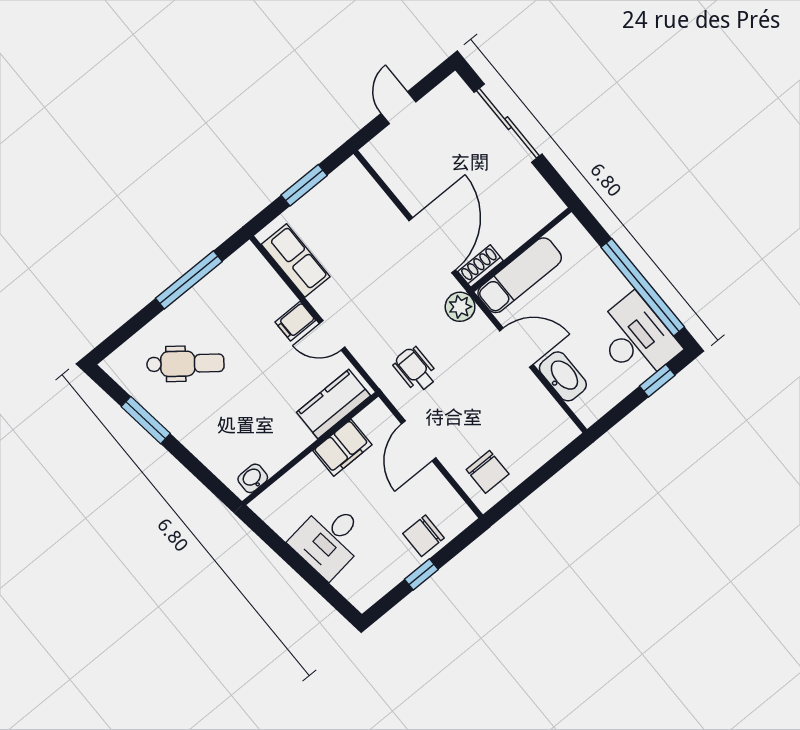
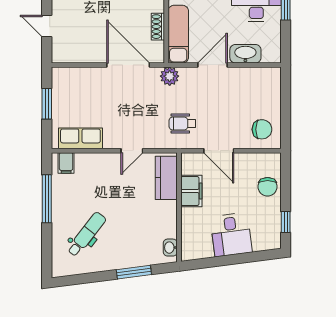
shoe rack: (480, 266) -> (158, 27), moved
filing cabinet: (295, 321) -> (66, 163), moved
window: (146, 420) -> (134, 272), moved
window: (421, 574) -> (286, 222), moved

